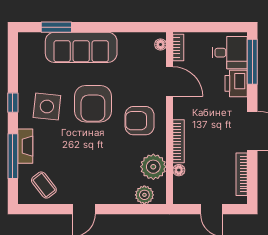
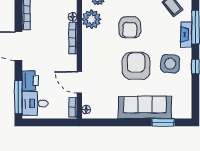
armchair: (140, 121) -> (130, 27), moved, turned 90

